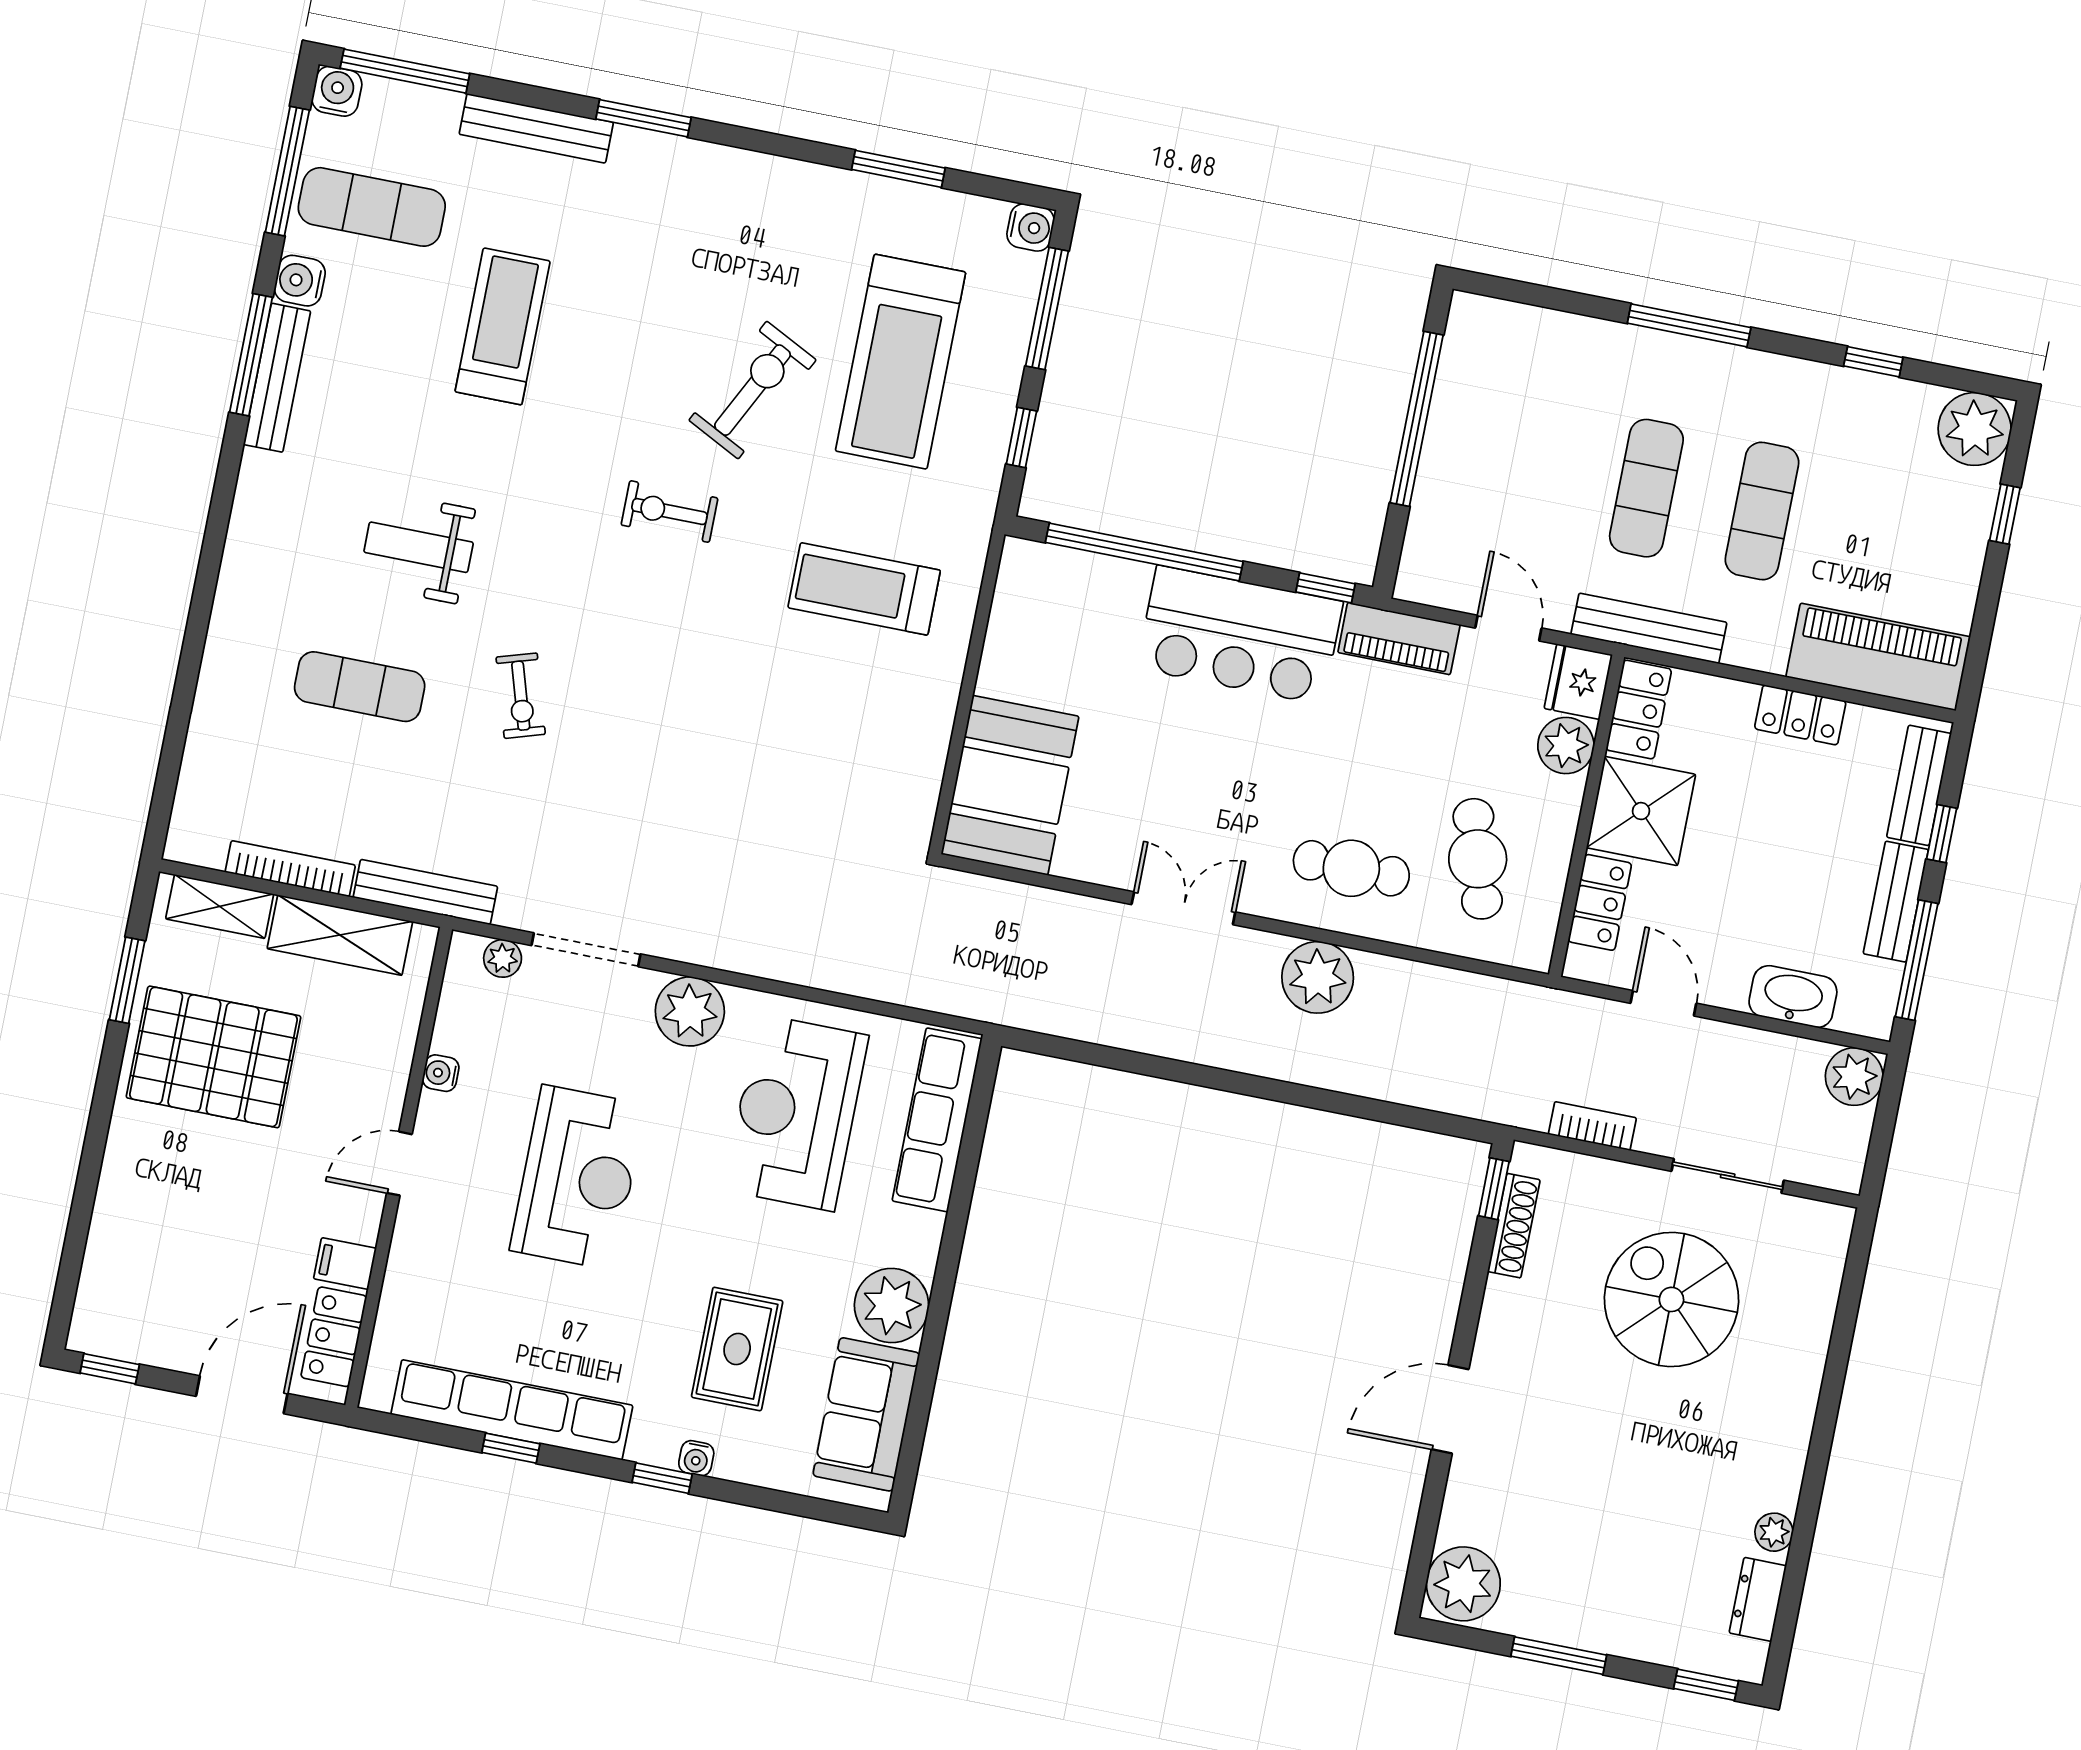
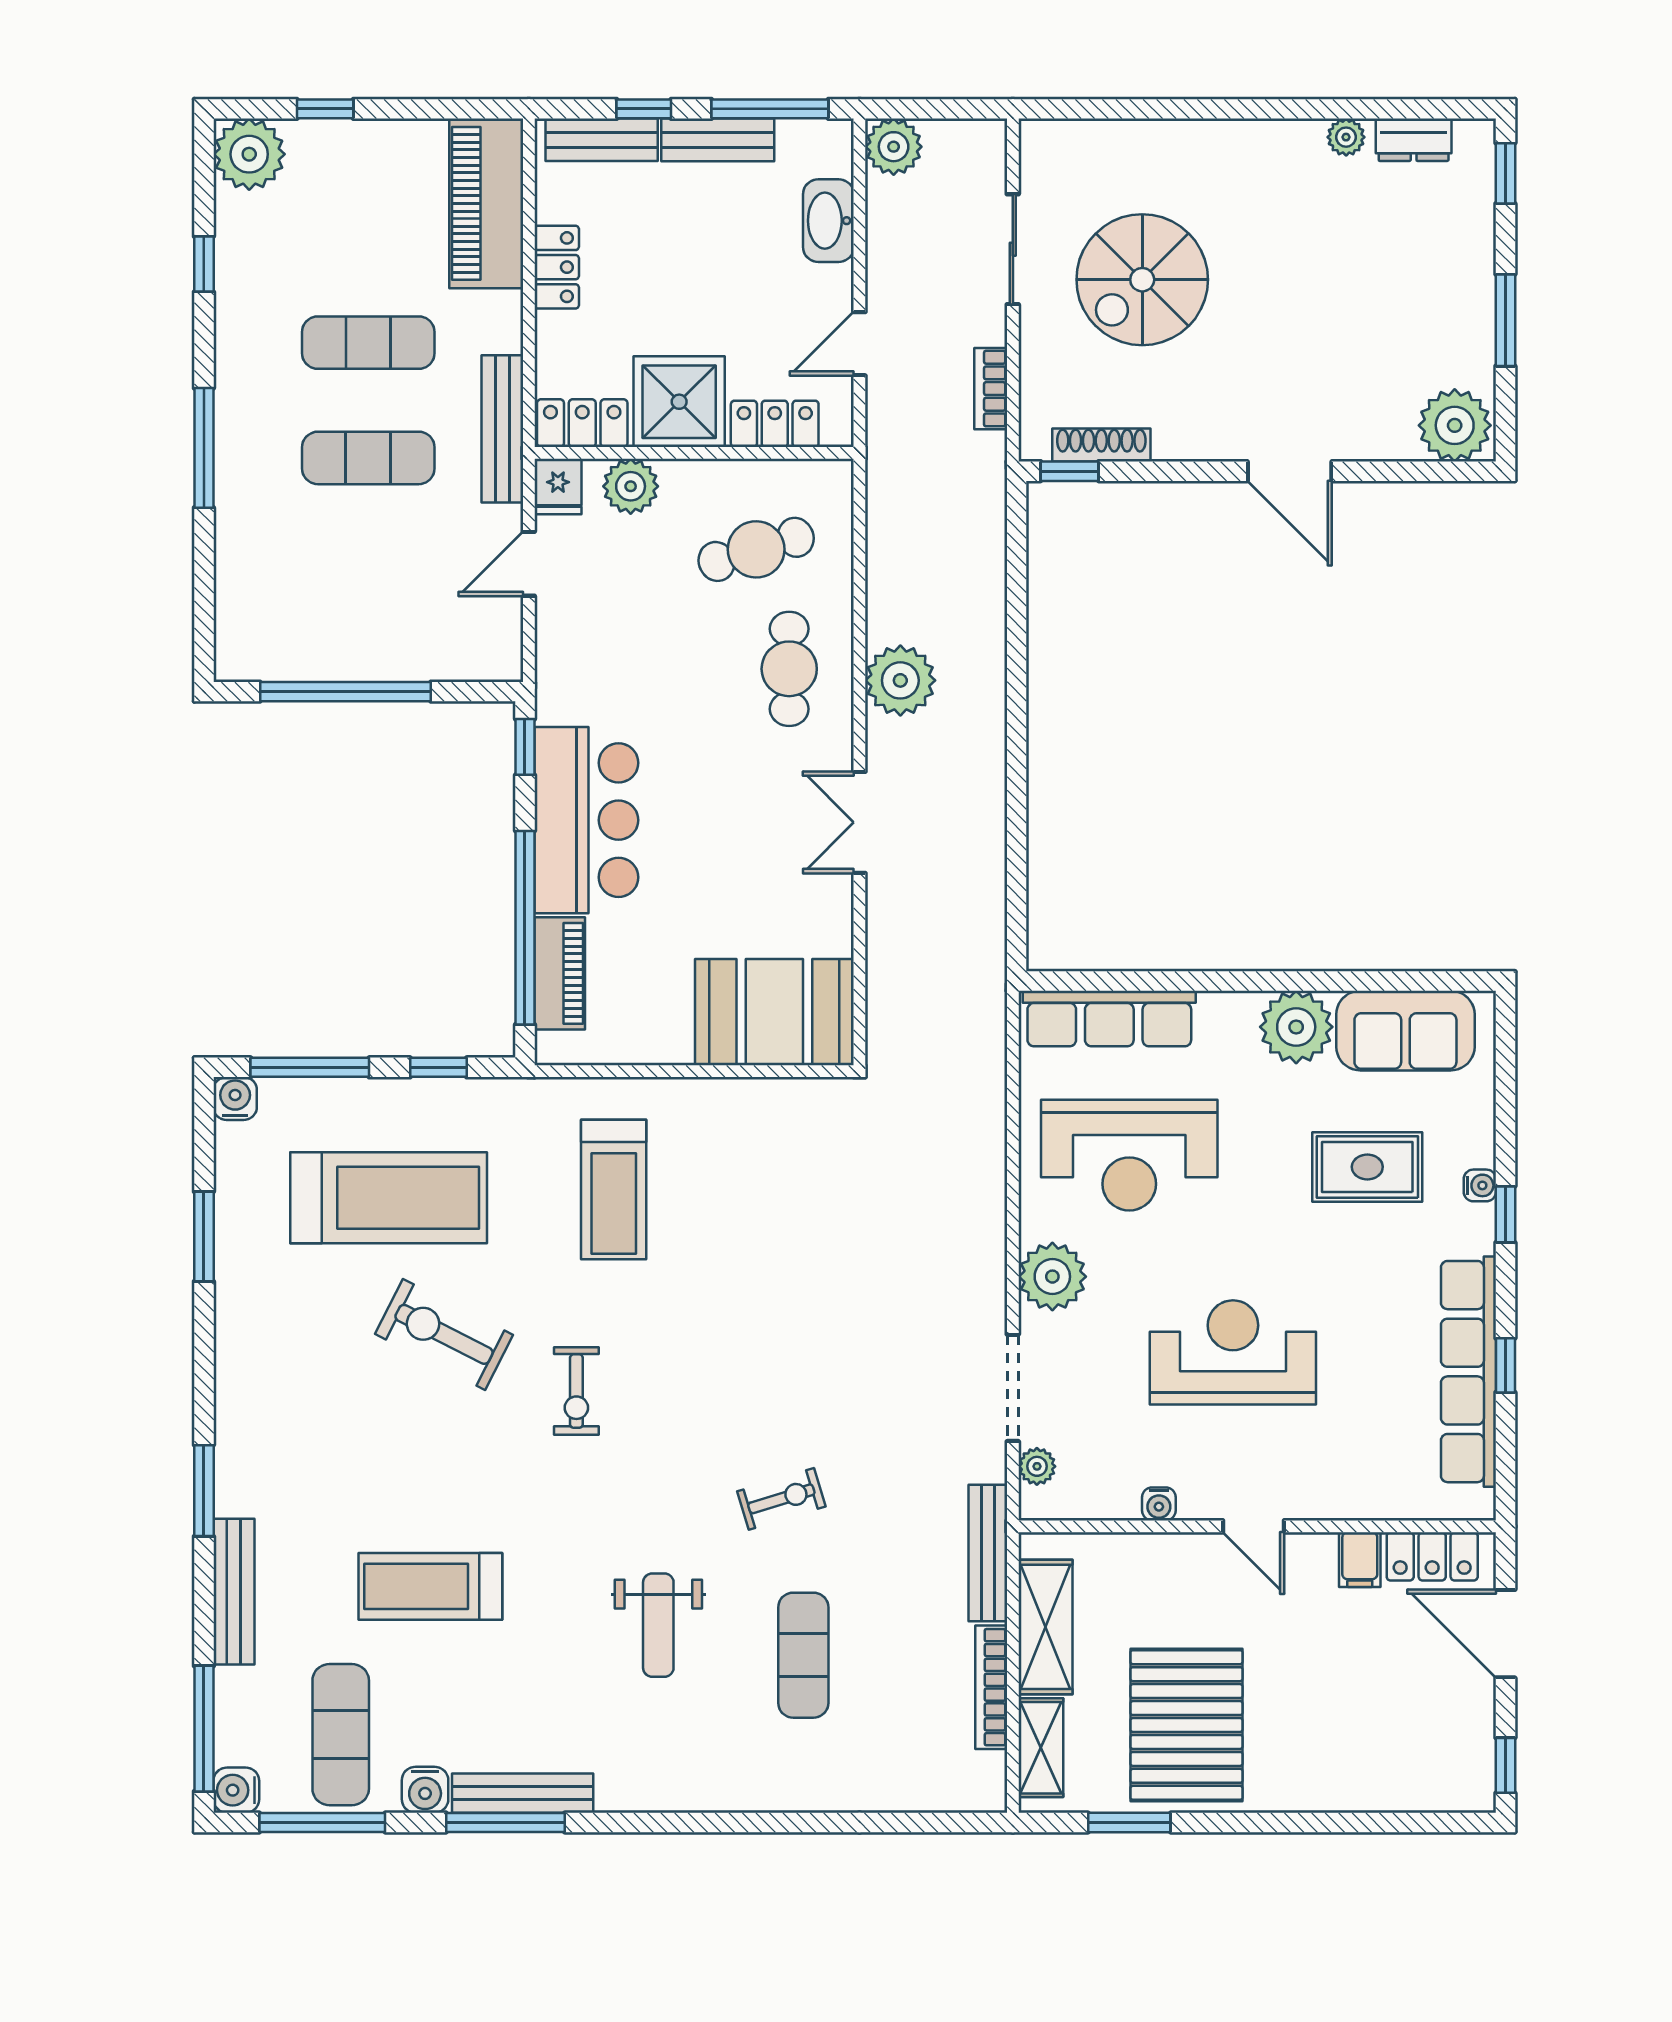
piano: (1399, 639) -> (560, 973), moved
fridge: (1578, 682) -> (558, 487), width x0.72

